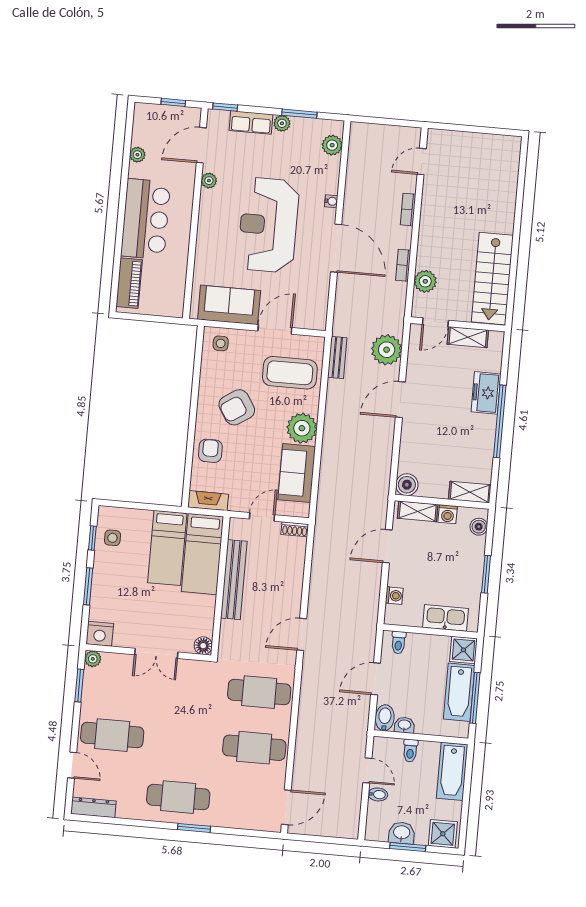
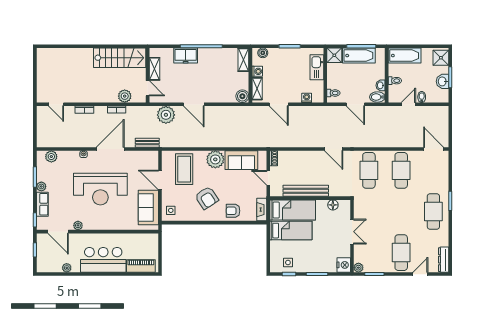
bench: (337, 358) -> (147, 143), moved
floor lamp: (203, 646) -> (333, 205), moved

